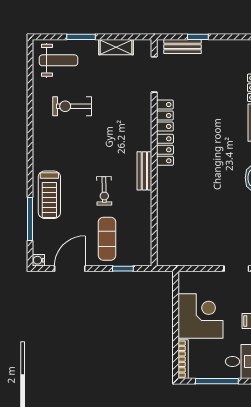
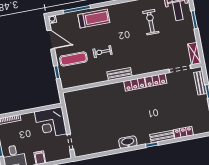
shelving: (116, 47) -> (194, 54), moved
treadmill: (49, 195) -> (94, 18), turned 180
corner desk: (201, 316) -> (51, 123), moved, turned 90

